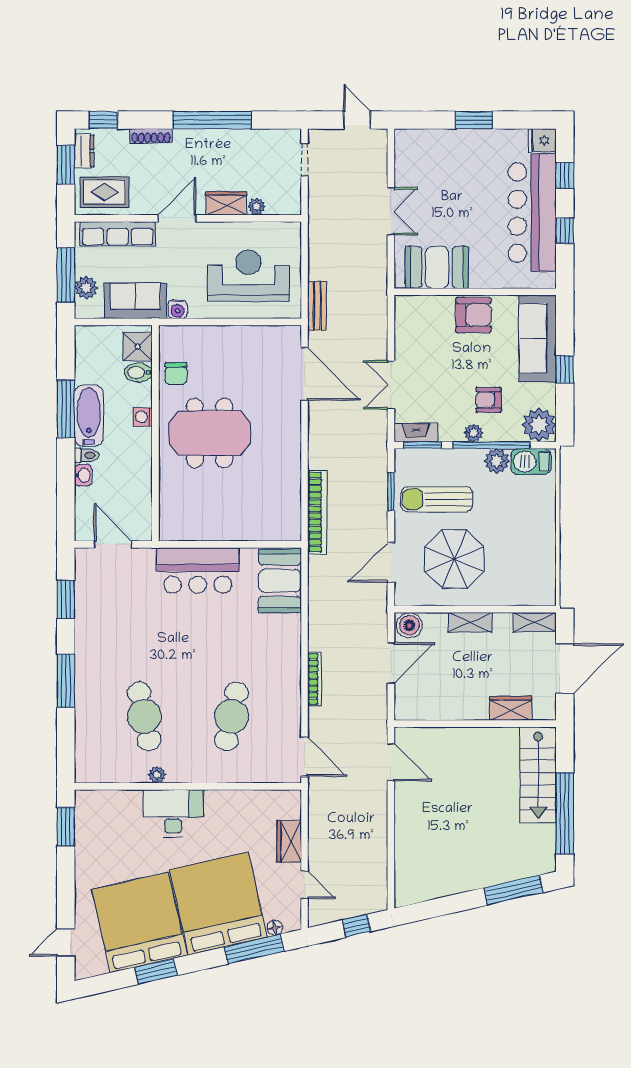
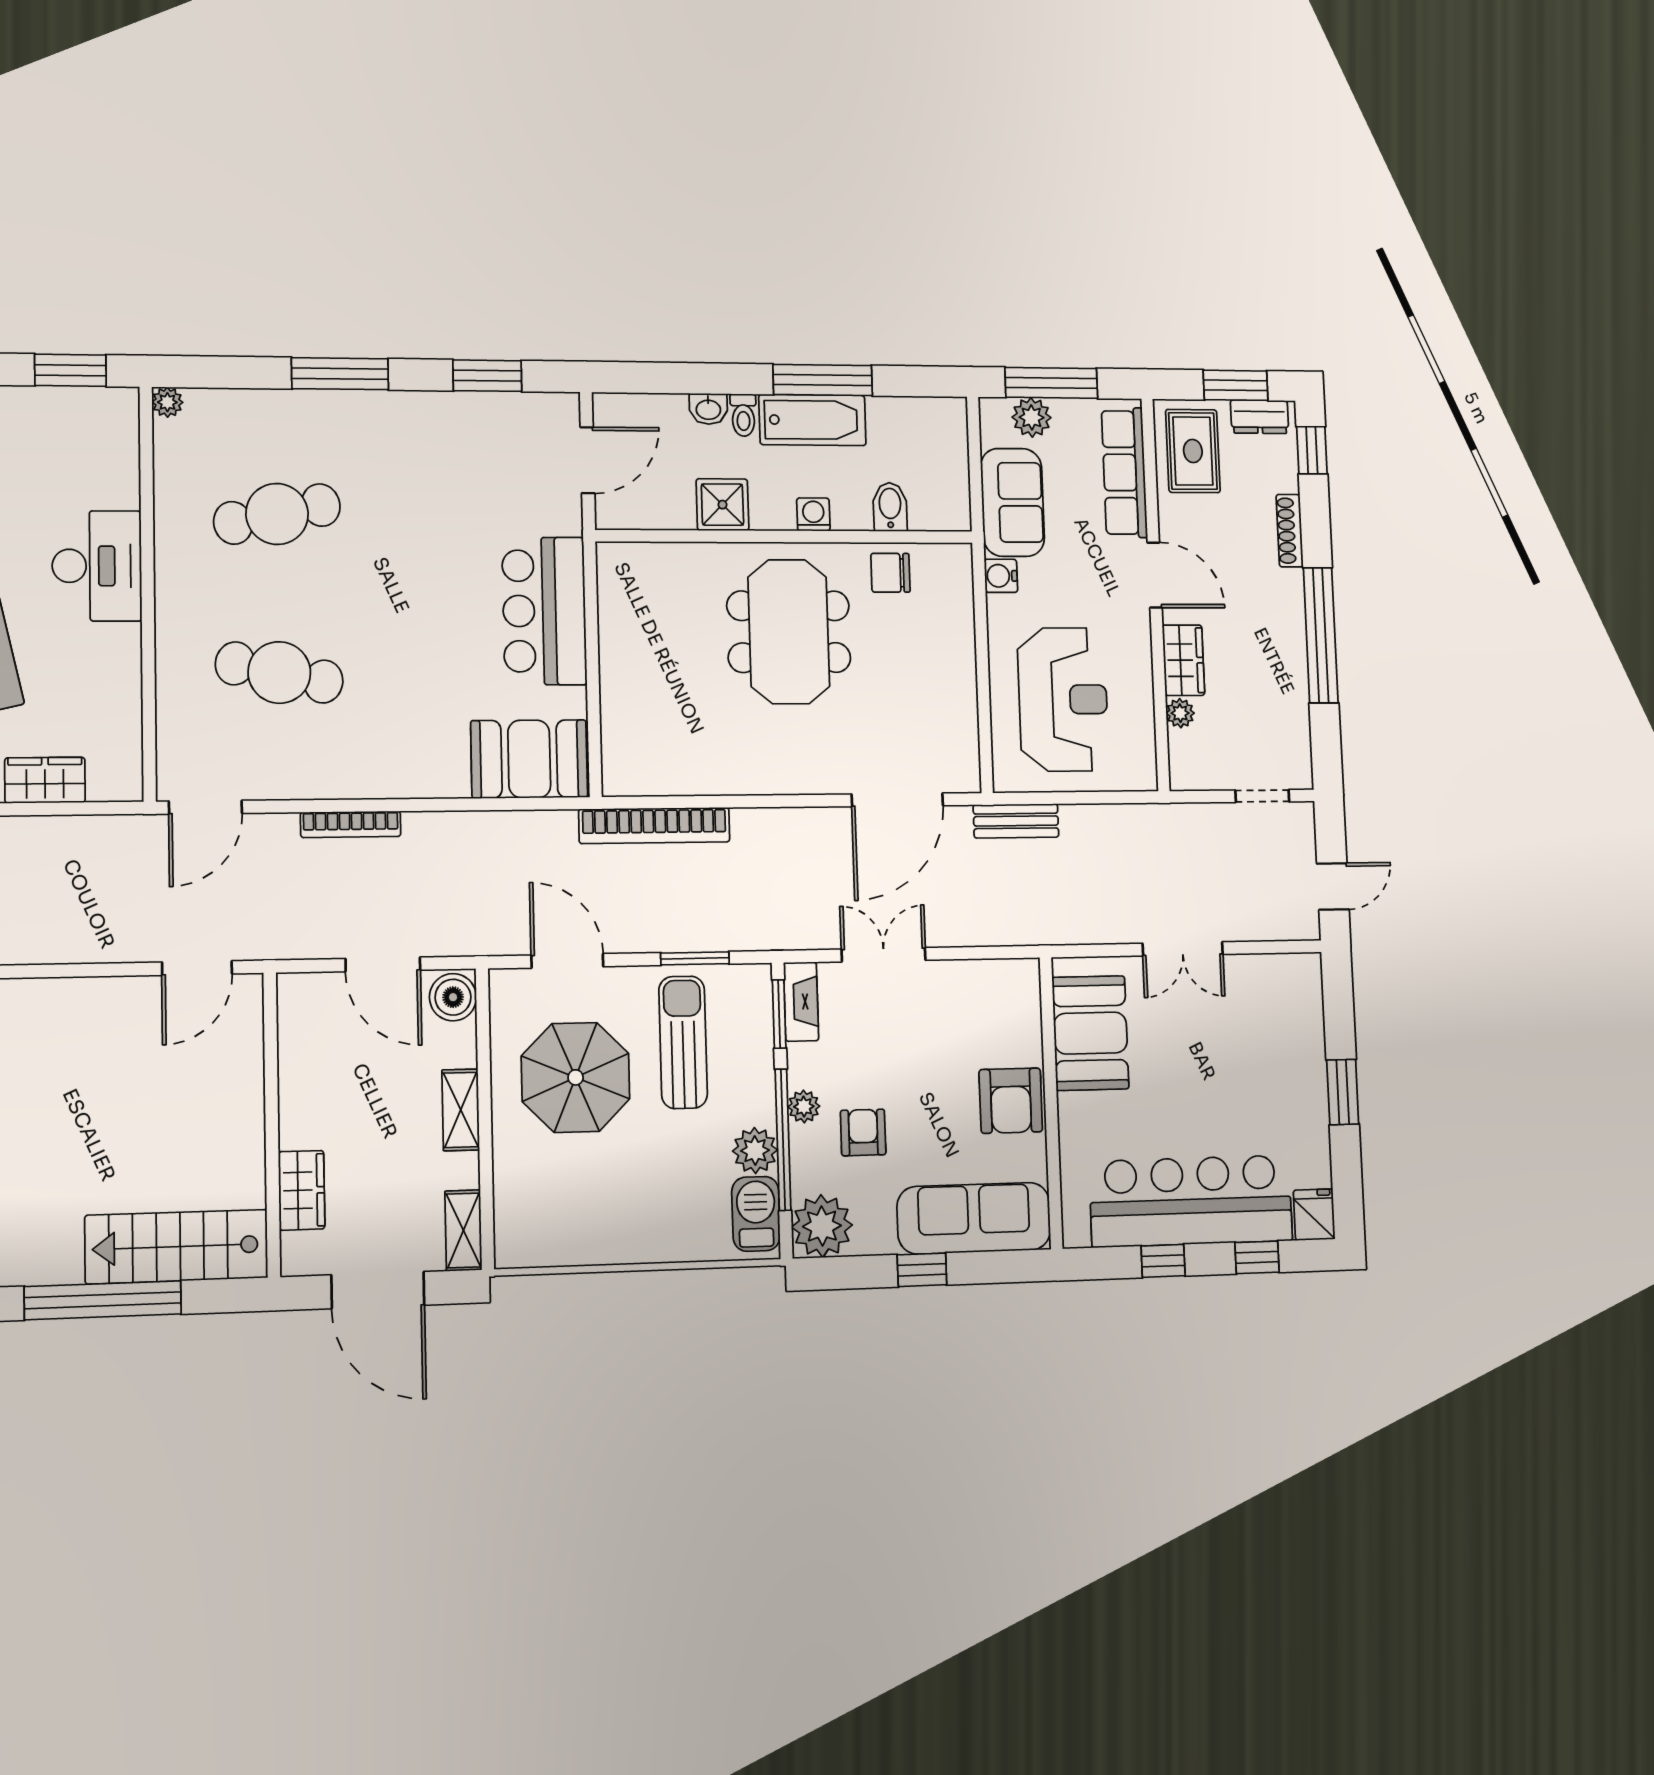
shower: (138, 346) -> (722, 505), moved
plant: (157, 775) -> (167, 402), moved

